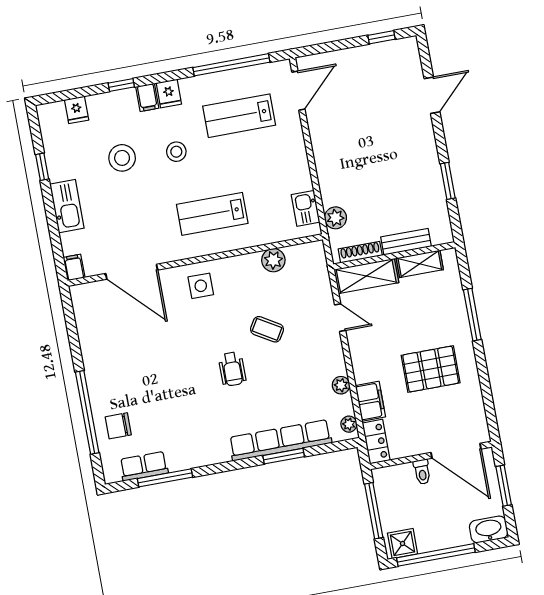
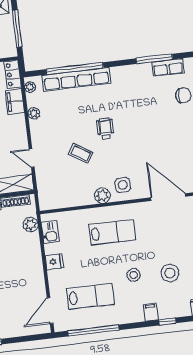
fridge: (169, 94) -> (54, 262), moved, turned 90
plant: (273, 260) -> (102, 196), moved
window: (284, 456) -> (75, 69), width x2.11

